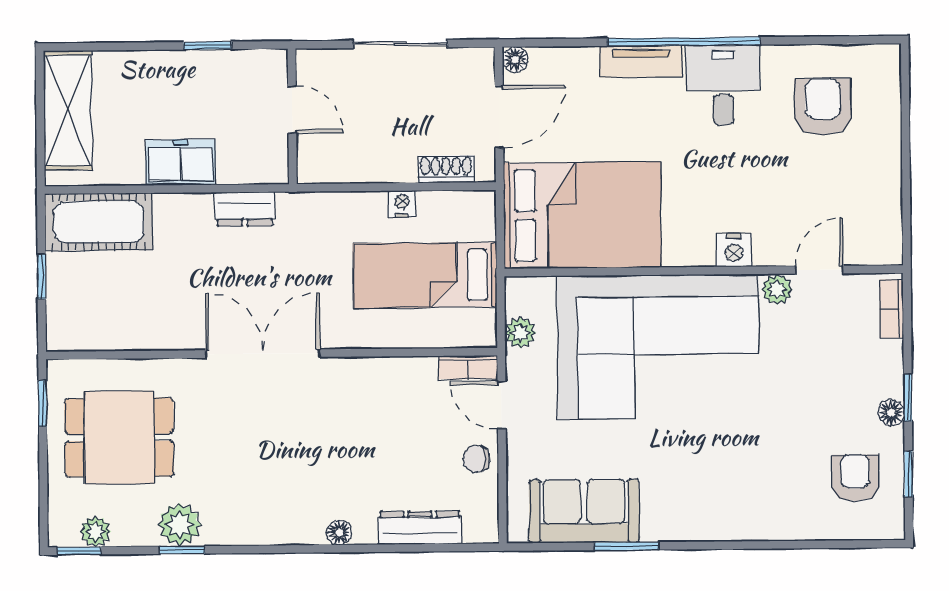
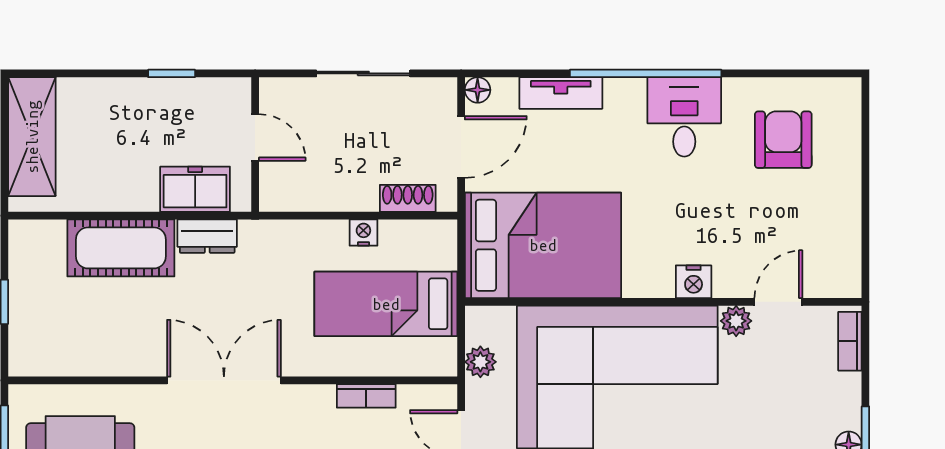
tv unit: (641, 62) -> (561, 93), moved
freezer: (181, 162) -> (195, 189), moved
cot: (99, 222) -> (121, 248), moved
bookcase: (468, 367) -> (366, 396), moved

